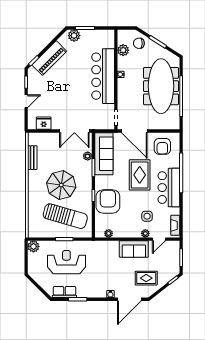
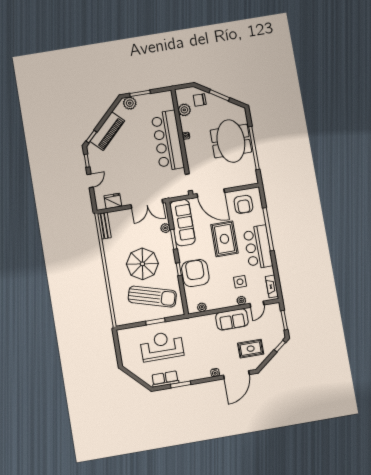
meeting table: (161, 86) -> (231, 141), width x0.73
bench: (32, 158) -> (104, 226), moved
plant: (33, 246) -> (123, 335), removed

